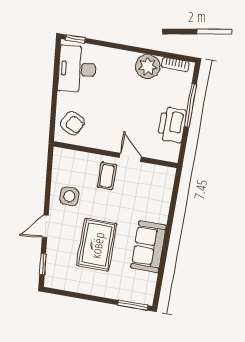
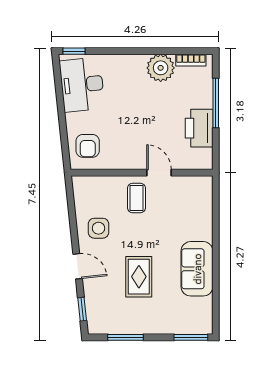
armchair: (73, 123) -> (88, 146), turned 65
door: (45, 226) -> (78, 266), swing flipped
rug: (97, 245) -> (139, 277), width x0.73, depth x0.70
window: (76, 295) -> (126, 337), added

